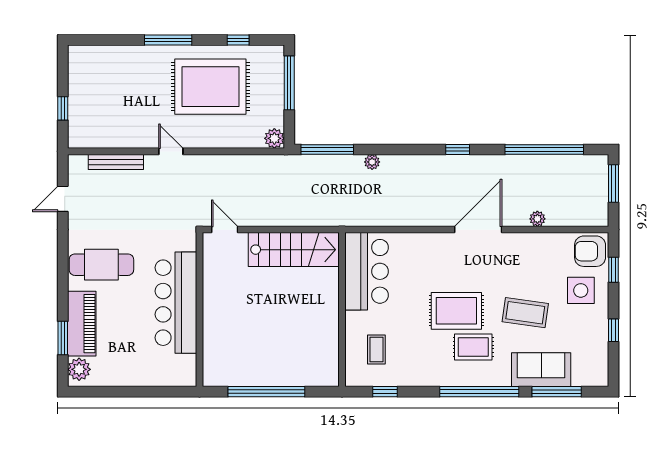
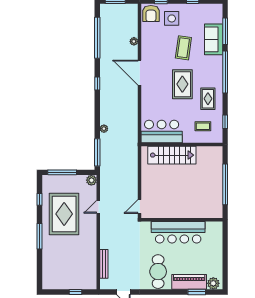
door: (171, 151) -> (98, 207), moved
stairs: (294, 250) -> (172, 155), moved, turned 90
rug: (473, 347) -> (208, 99), moved

